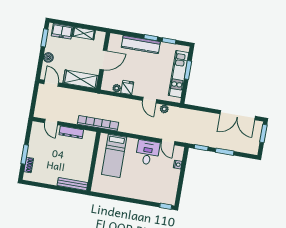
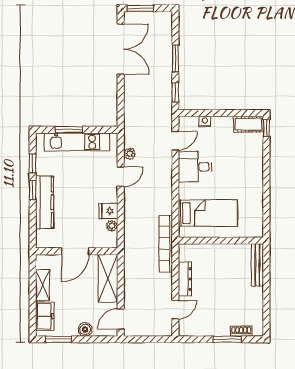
door: (103, 60) -> (75, 251), swing flipped
cot: (171, 194) -> (248, 124), added

